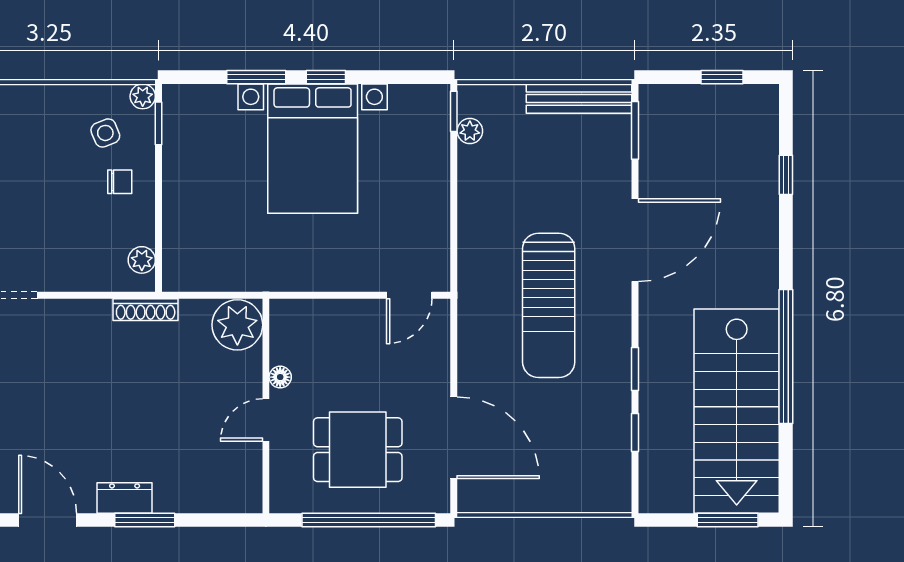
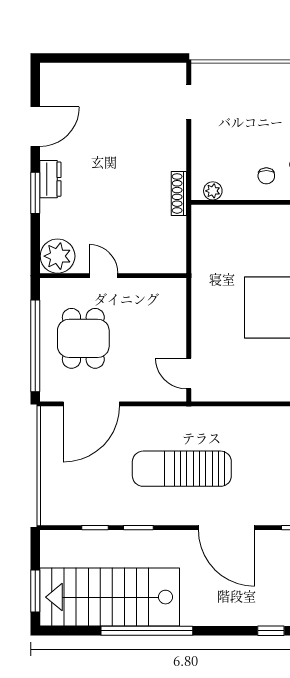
plant: (237, 325) -> (58, 256), moved
floor lamp: (280, 377) -> (133, 285), removed

